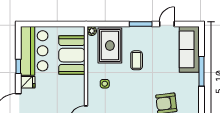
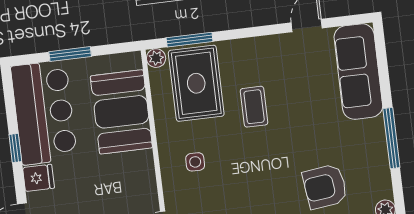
window: (50, 24) -> (70, 54), added
window: (141, 24) -> (190, 40), moved
window: (201, 71) -> (391, 138), moved

